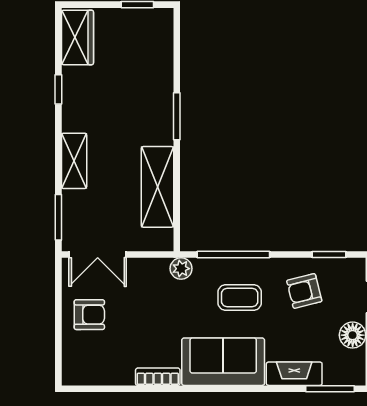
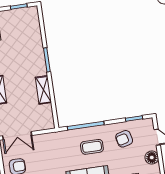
shelving: (157, 187) -> (43, 90), width x0.67, depth x0.75
plant: (181, 269) -> (60, 137), removed

